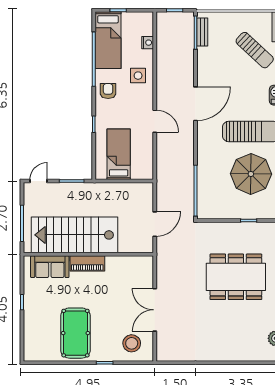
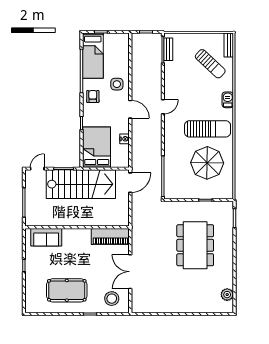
nightstand: (148, 43) -> (125, 139), moved
door: (196, 104) -> (163, 107), width x0.53
door: (155, 121) -> (130, 109), moved
bed: (119, 154) -> (97, 147), width x1.50
door: (155, 224) -> (130, 183), moved
stairs: (74, 235) -> (81, 184), moved, turned 180
piano: (87, 263) -> (110, 237), moved, width x1.37, depth x1.33
dining table: (236, 277) -> (195, 245), turned 90
pool table: (75, 333) -> (67, 290), turned 90

